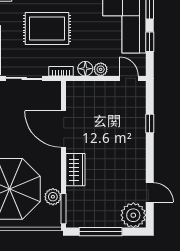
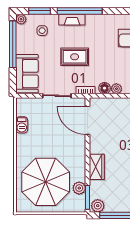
rug: (47, 29) -> (75, 57), width x0.73, depth x0.70
door: (64, 129) -> (88, 120), moved
plant: (77, 219) -> (98, 206), added

